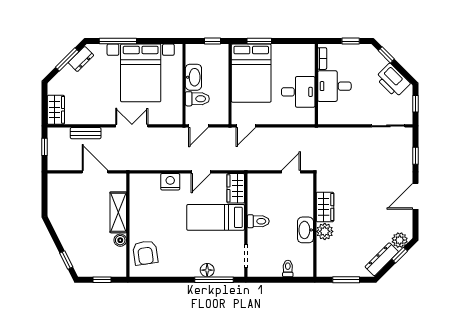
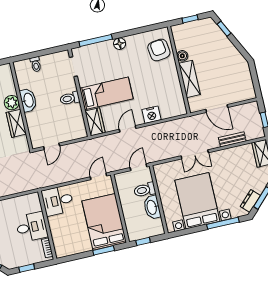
desk: (298, 92) -> (58, 201), moved
floor lamp: (207, 270) -> (120, 44), moved

